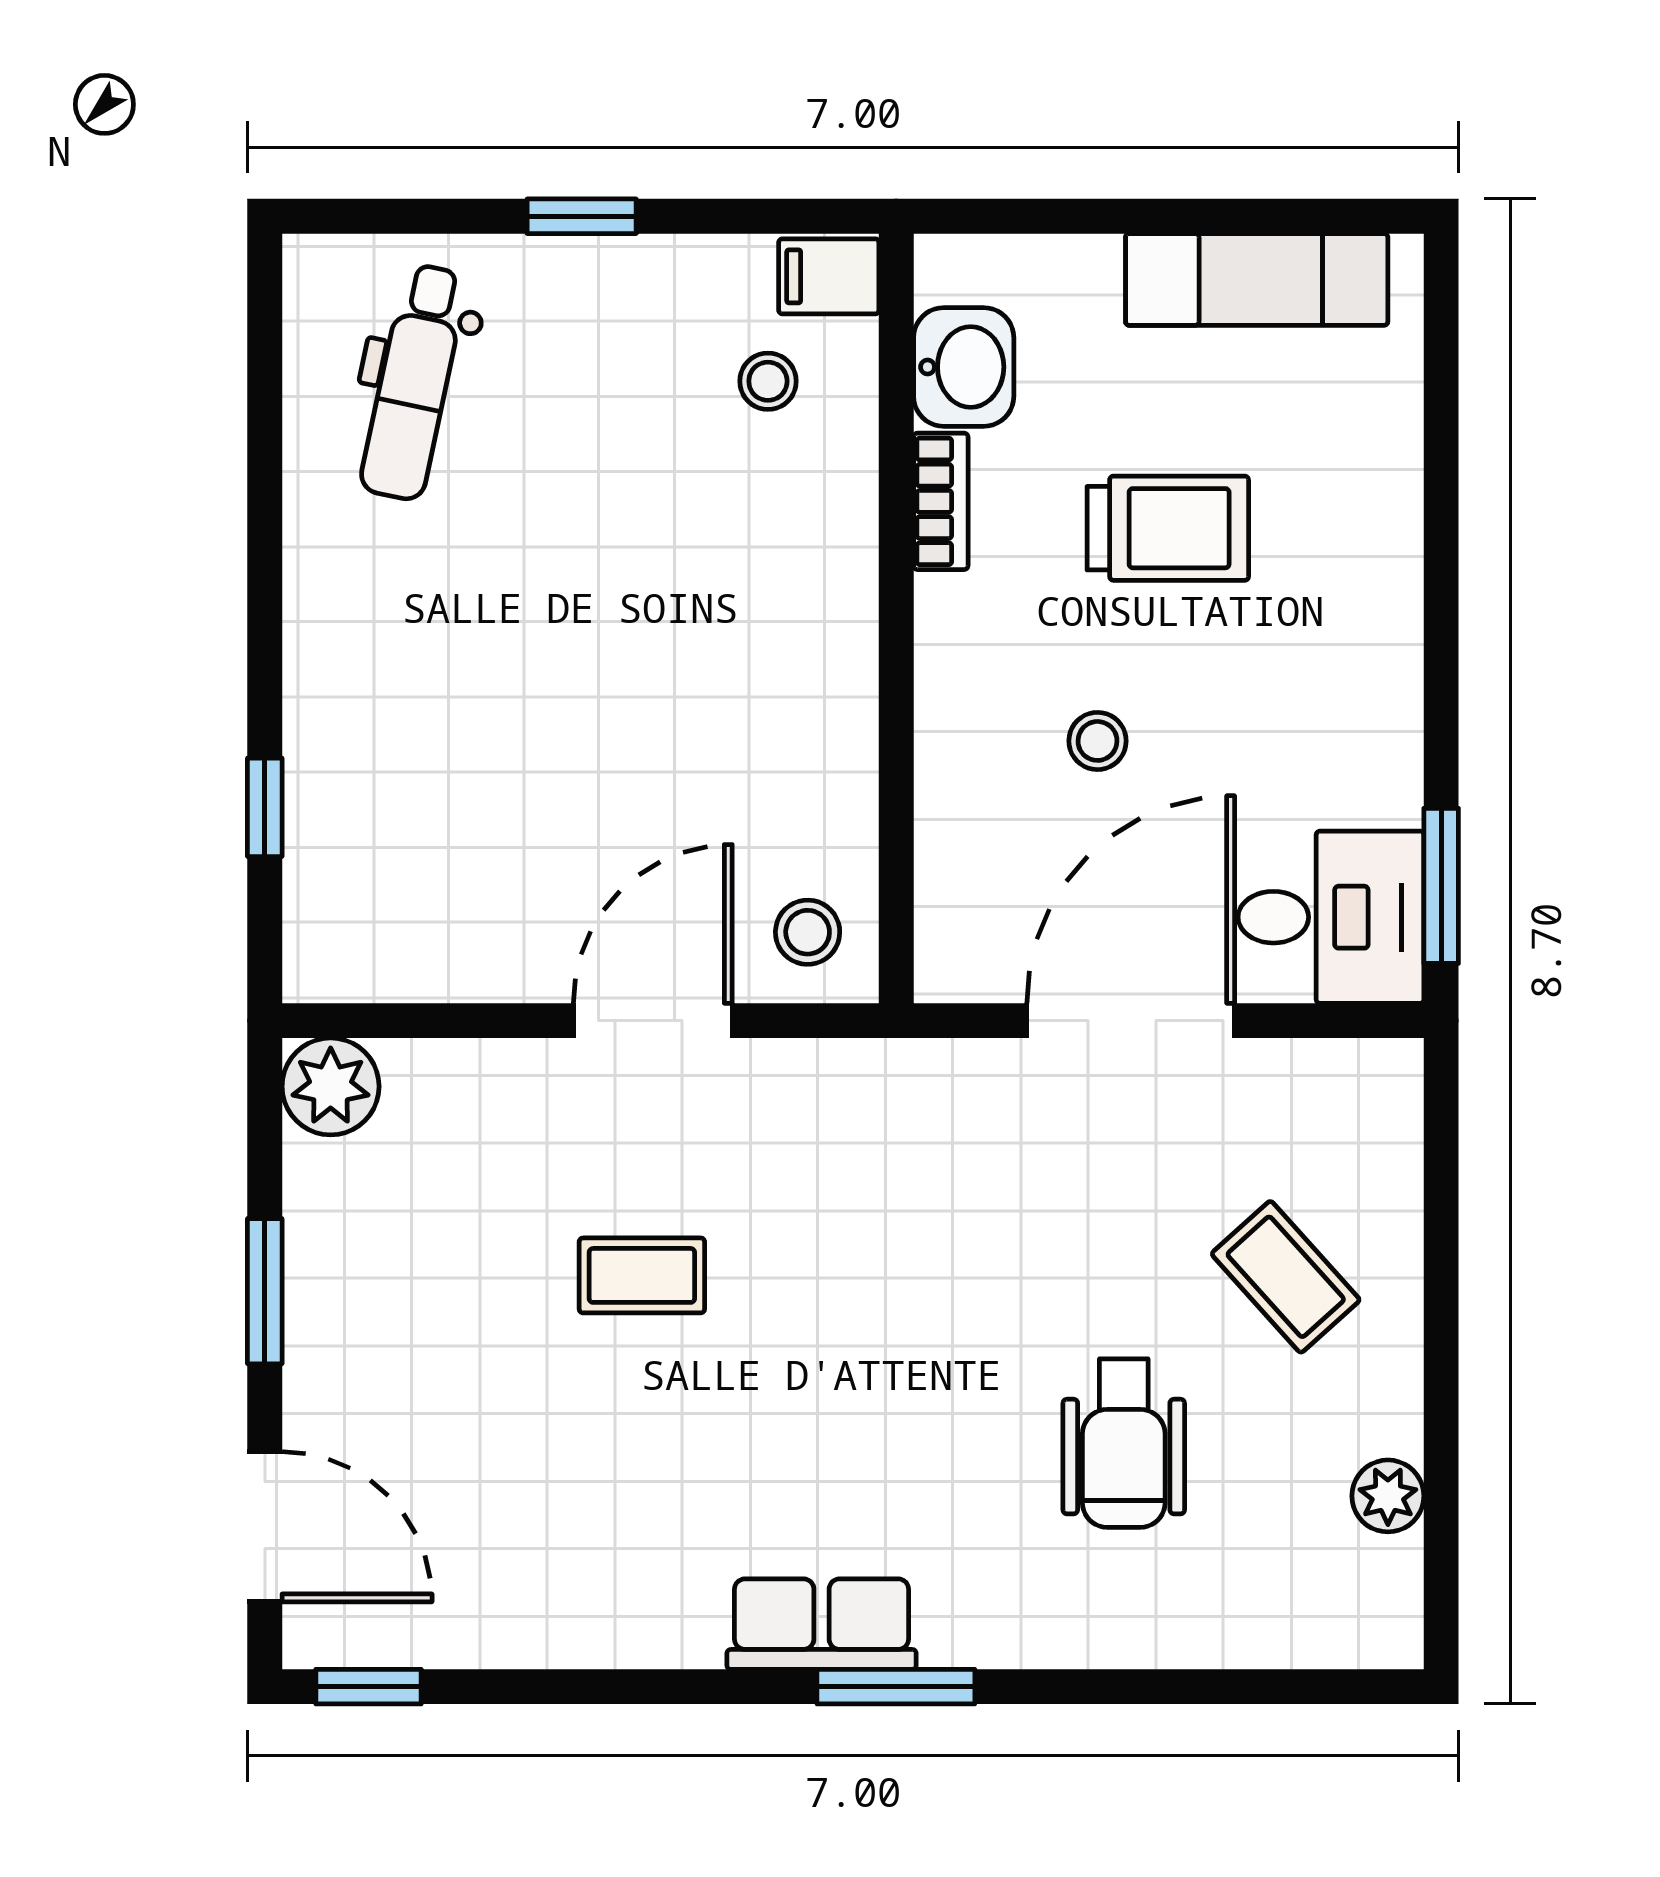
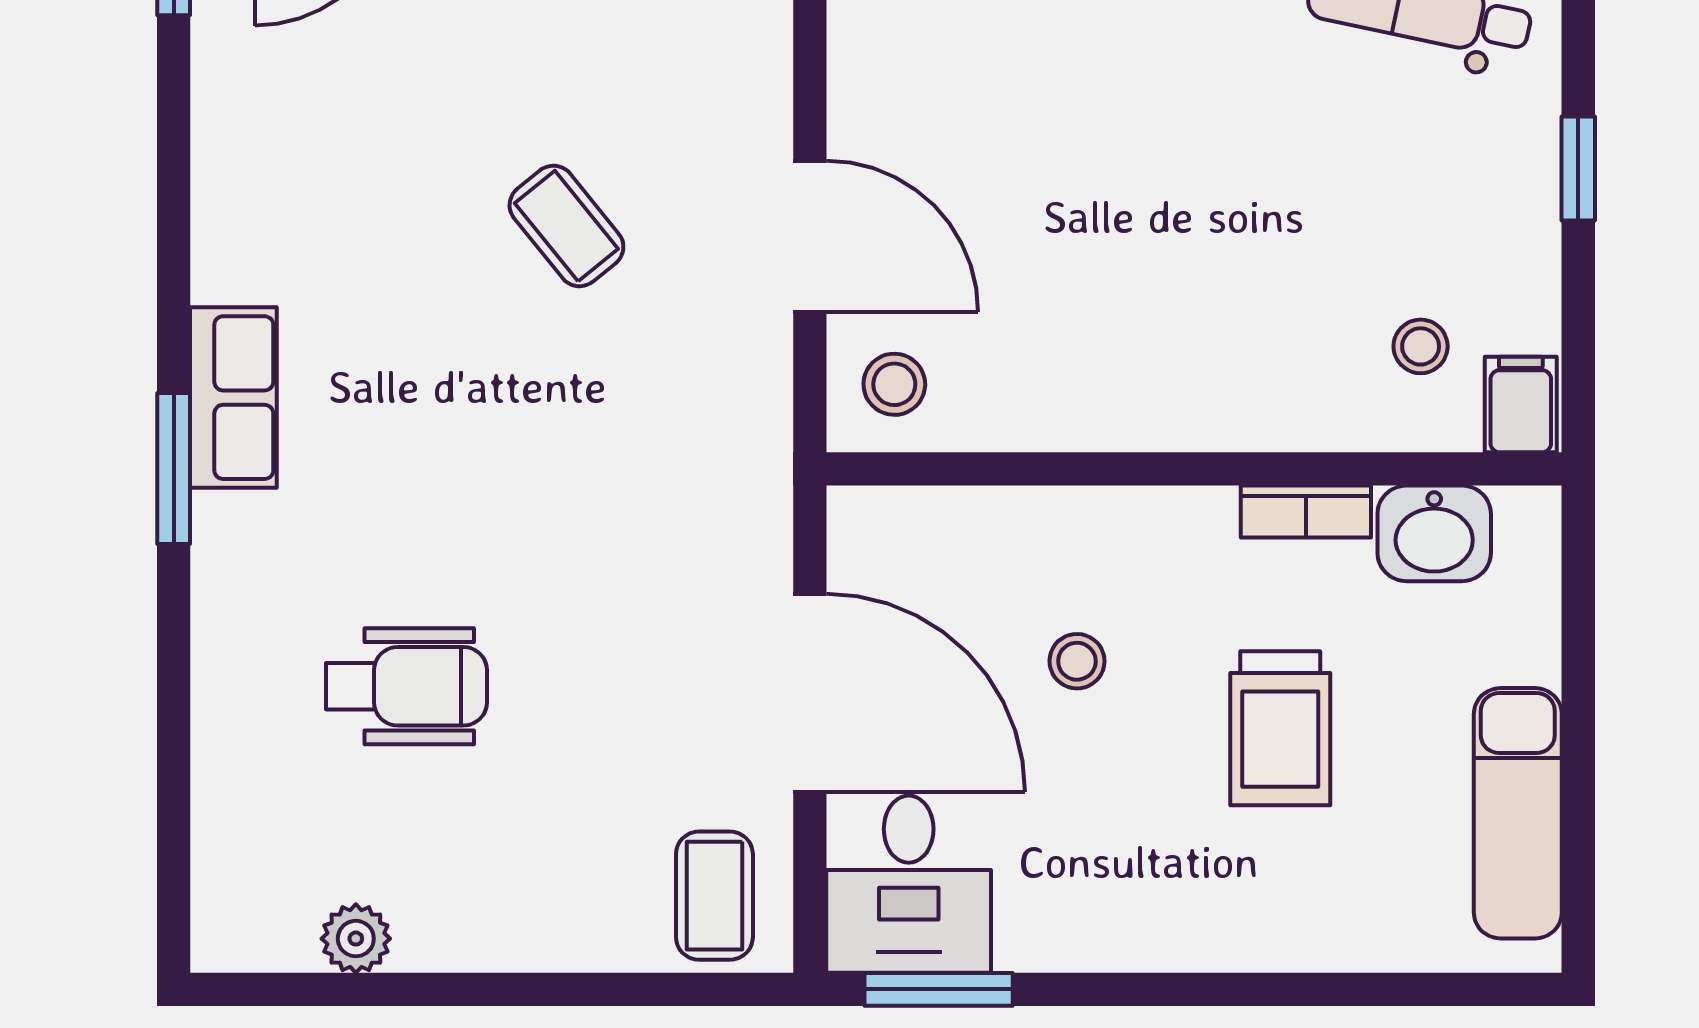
coffee table: (642, 1275) -> (566, 226), turned -39
coffee table: (1286, 1277) -> (714, 896), moved, turned -48
wheelchair: (1124, 1443) -> (406, 686), turned 180

